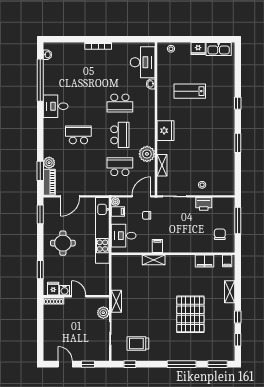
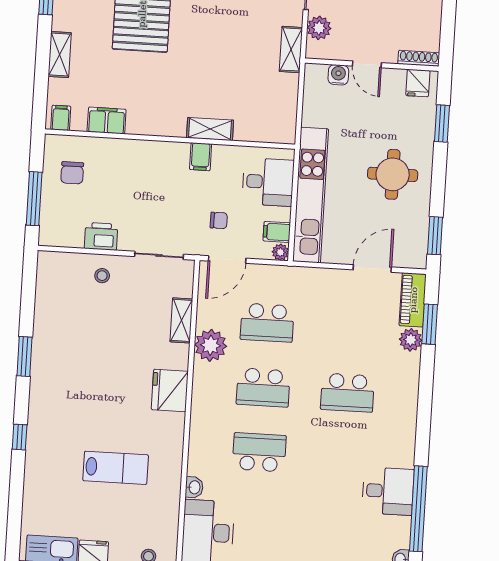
desk: (56, 106) -> (388, 491), moved
school desk: (120, 135) -> (263, 387), turned -90
water cooler: (64, 290) -> (338, 75), moved

